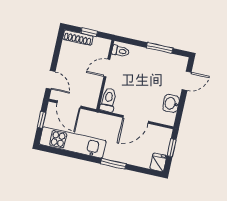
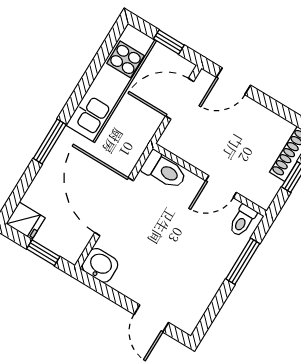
window: (160, 48) -> (243, 261), moved
door: (107, 68) -> (221, 187), swing flipped
washbasin: (171, 104) -> (100, 265), moved
door: (136, 119) -> (114, 207), width x1.36

